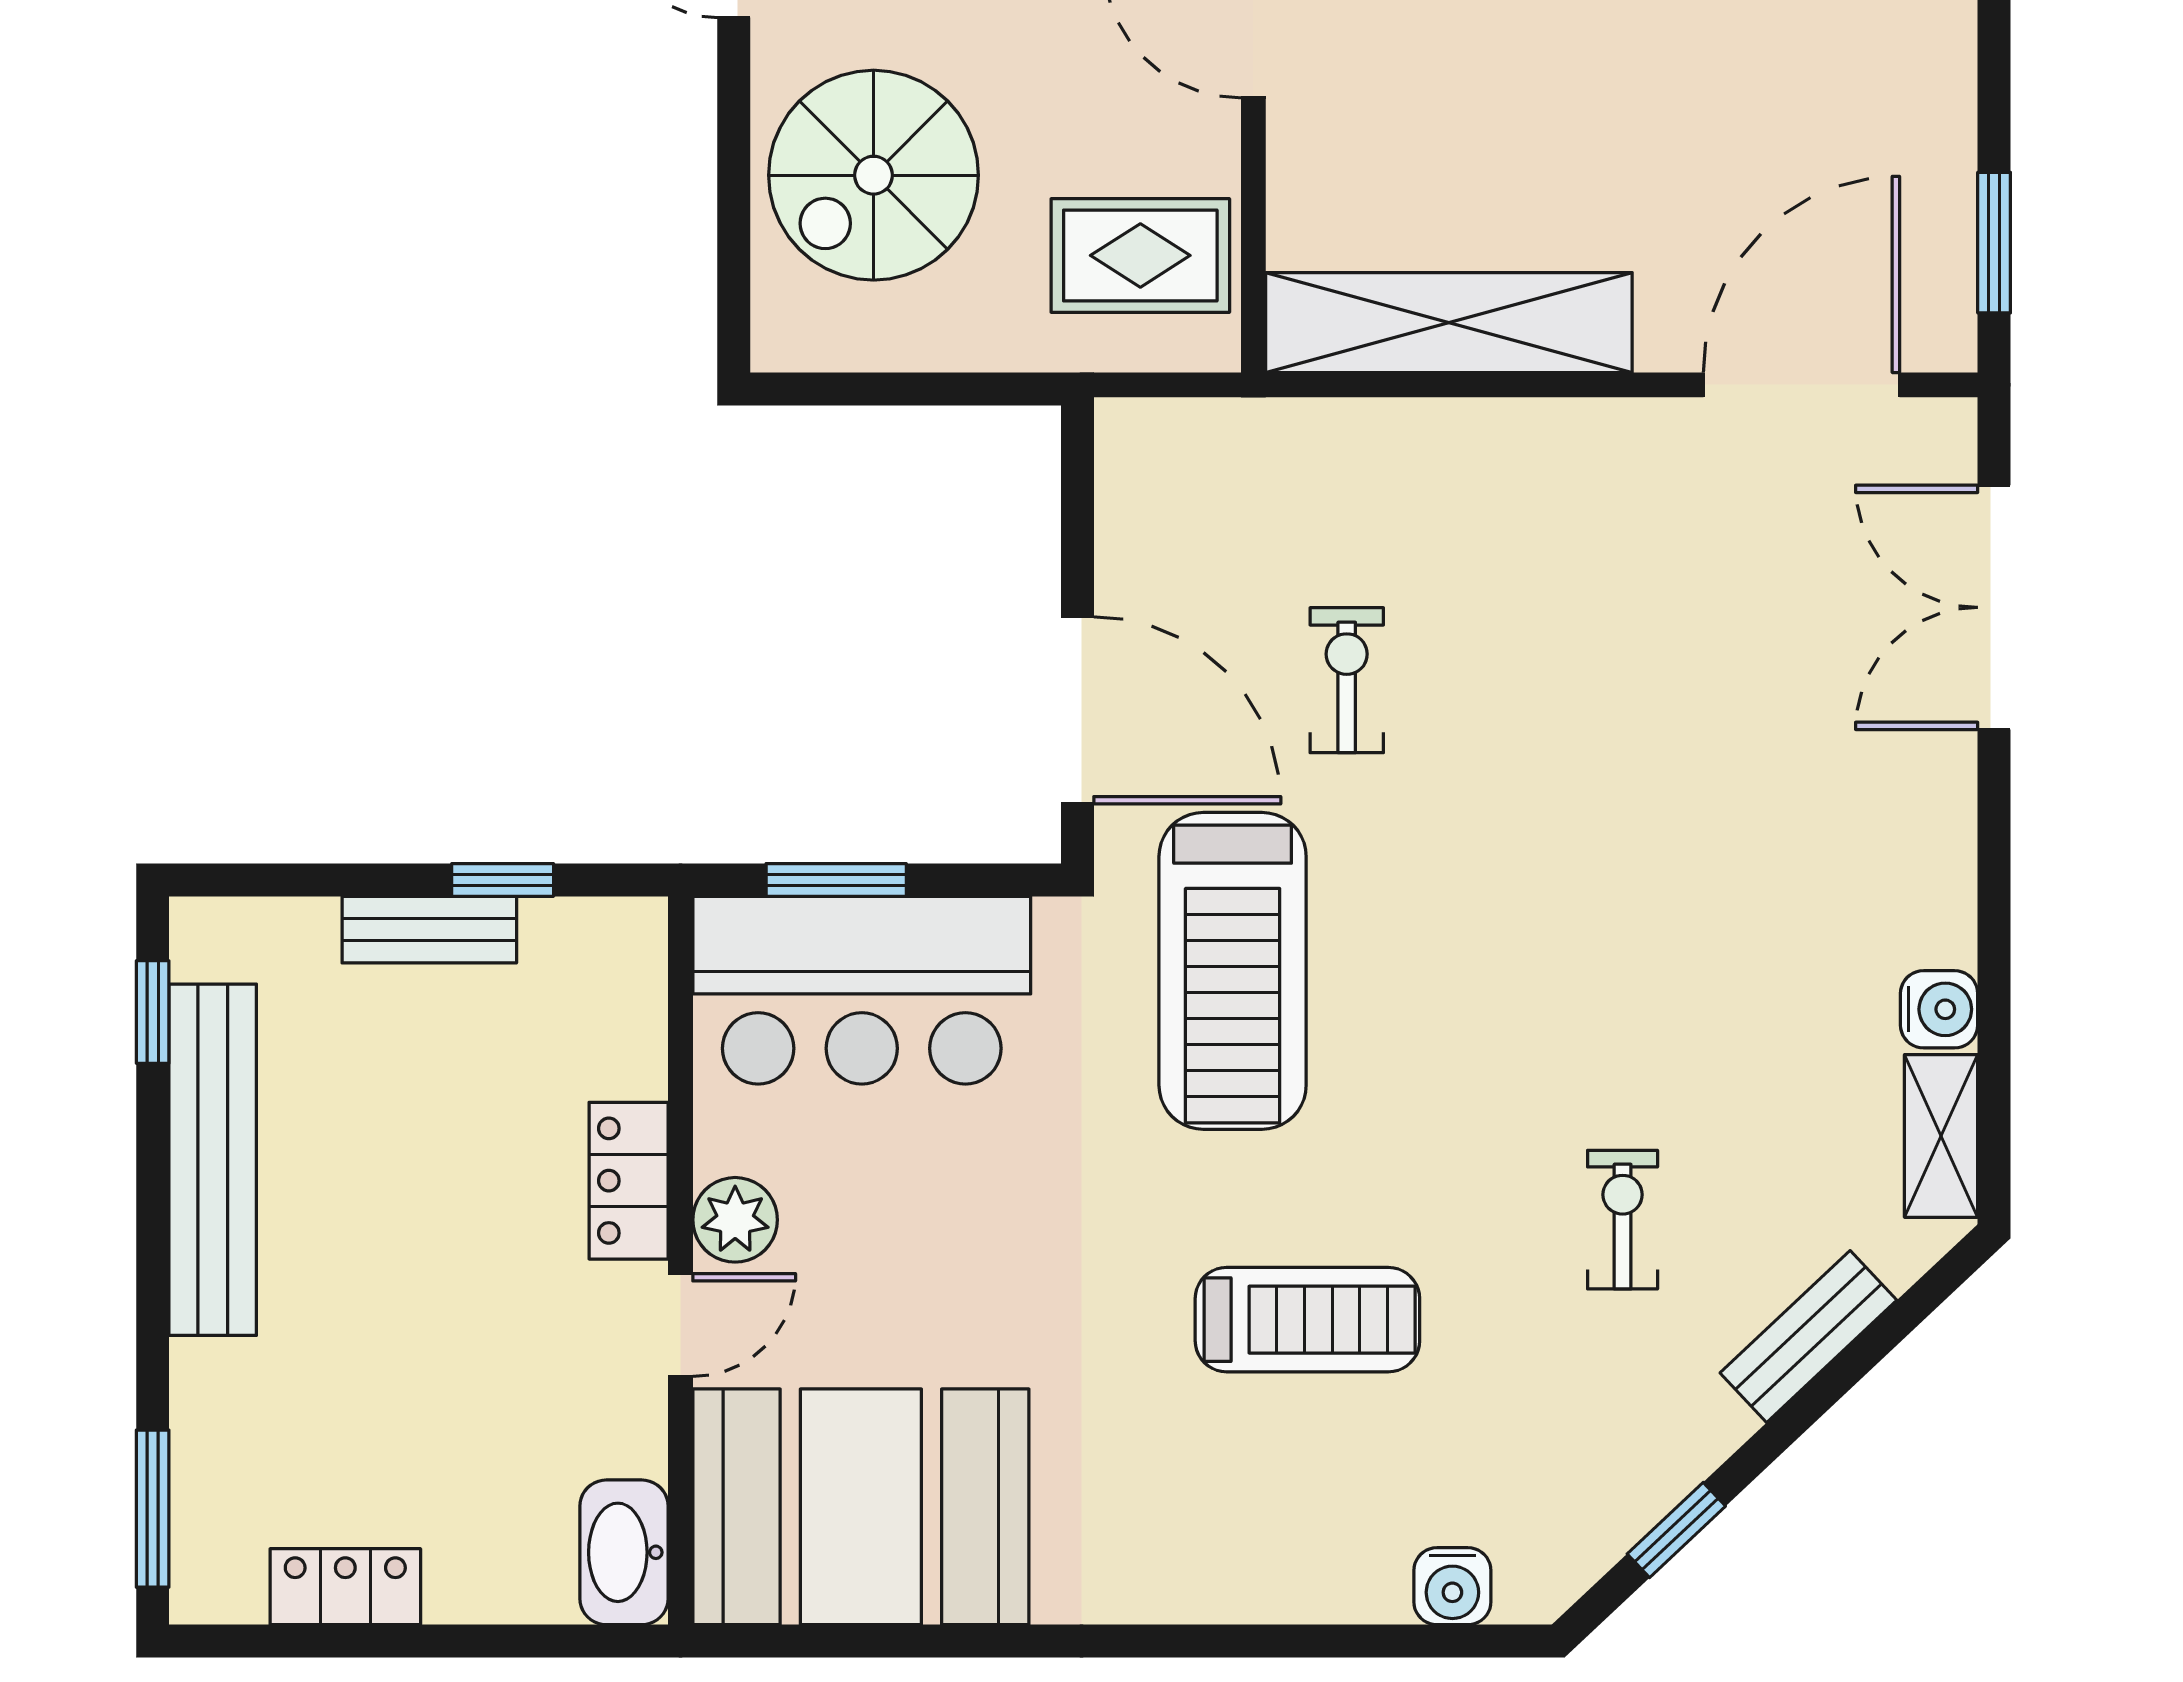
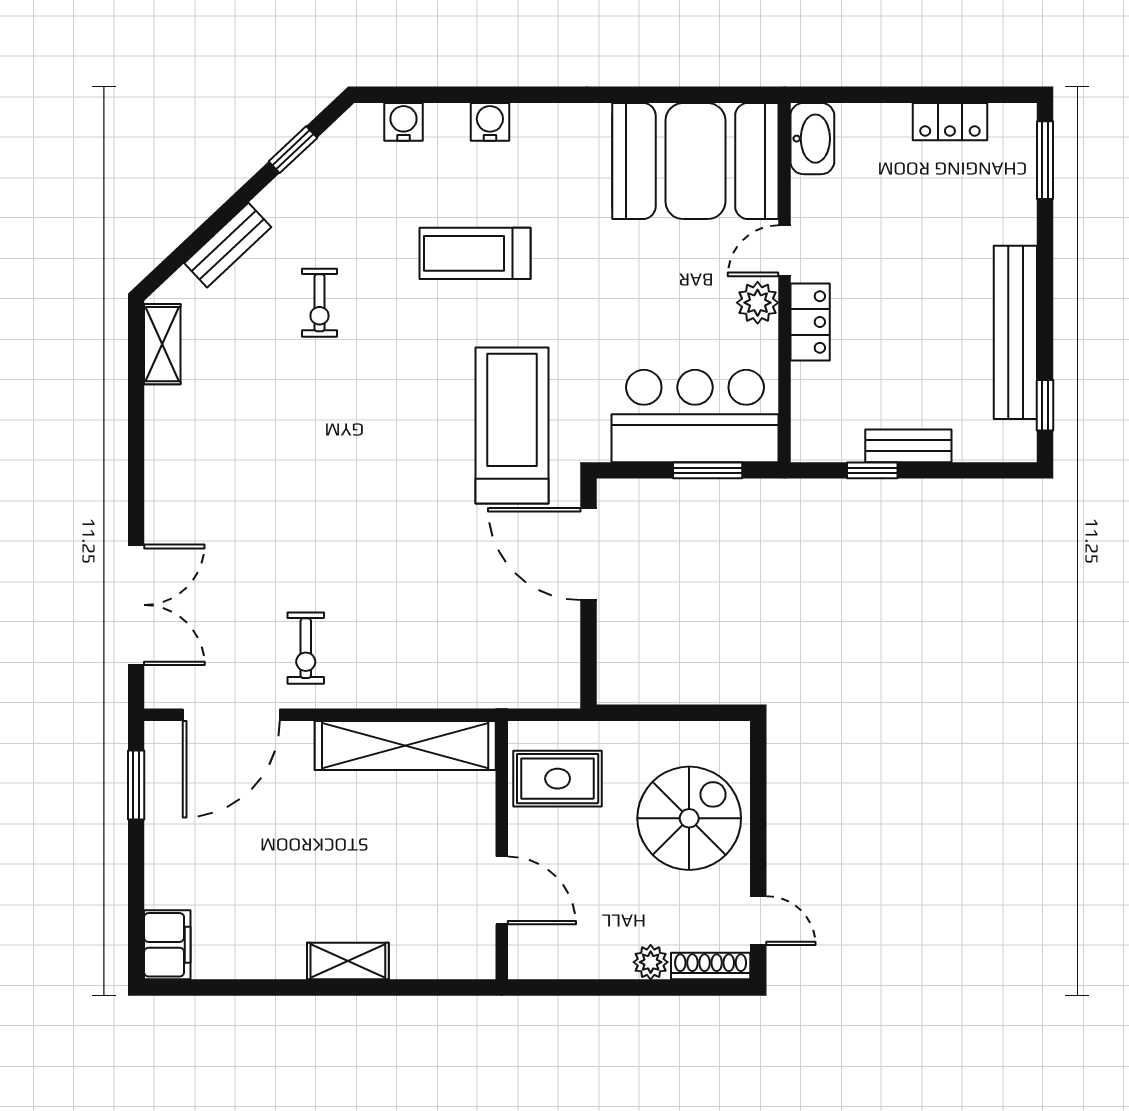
exercise bike: (1347, 680) -> (306, 648), moved
water cooler: (1939, 1009) -> (490, 122), moved, turned 90

